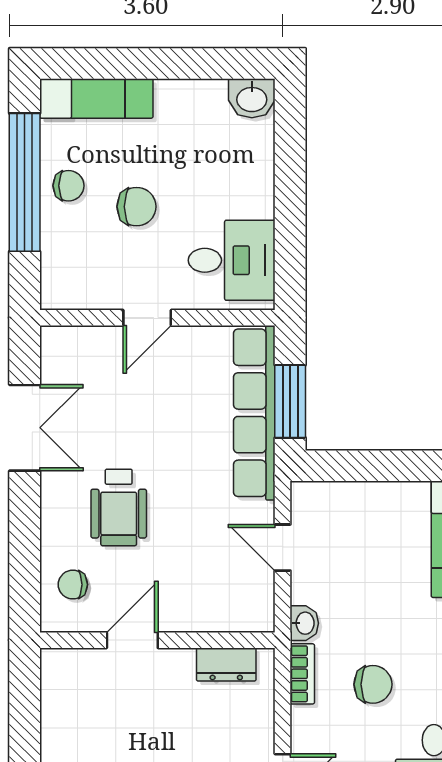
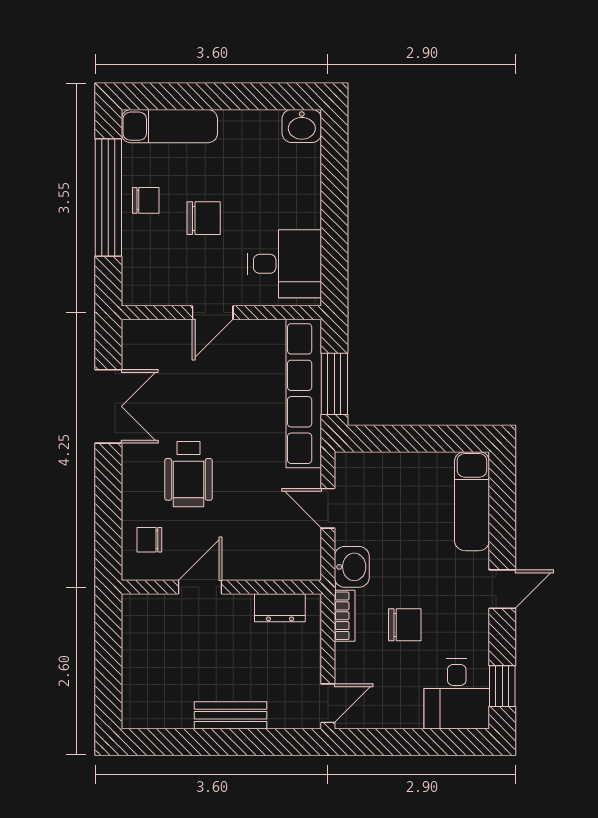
washbasin: (304, 623) -> (352, 567), width x1.38, depth x1.45

